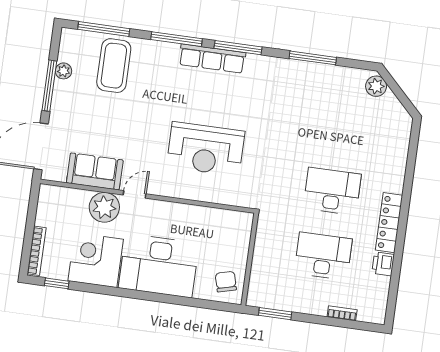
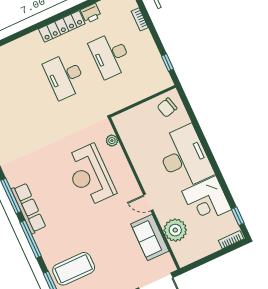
reception desk: (206, 149) -> (90, 175), turned 180
plant: (228, 198) -> (112, 141), added
plant: (104, 207) -> (175, 230), moved
bookcase: (37, 251) -> (231, 240), width x0.64
window: (275, 314) -> (168, 63), width x0.67

